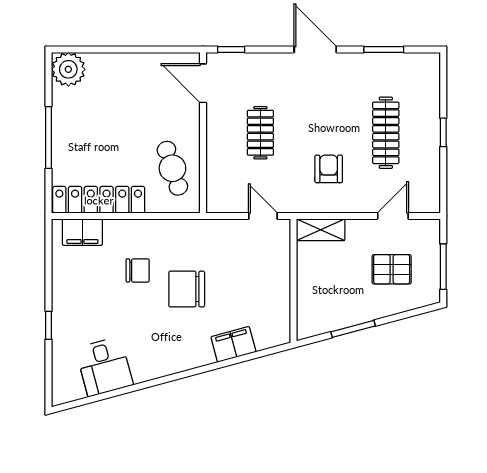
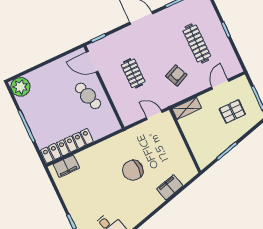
cafe table: (172, 168) -> (88, 96), moved
armchair: (329, 169) -> (176, 75), turned 66
chair: (138, 270) -> (104, 173), removed

